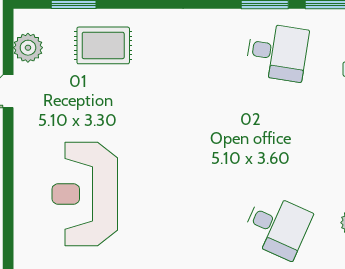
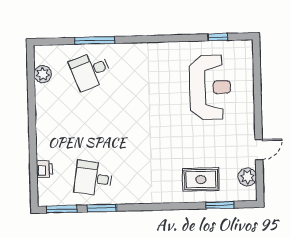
desk: (277, 226) -> (91, 71), turned -45

